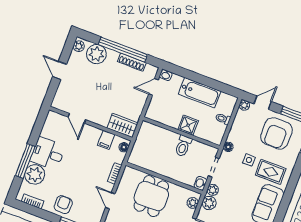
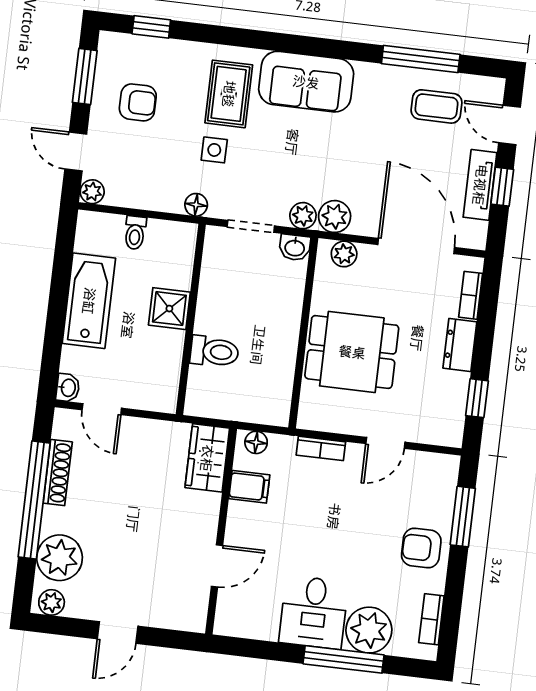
armchair: (277, 133) -> (138, 102), width x0.53, depth x0.53
toilet: (183, 146) -> (214, 352), moved

